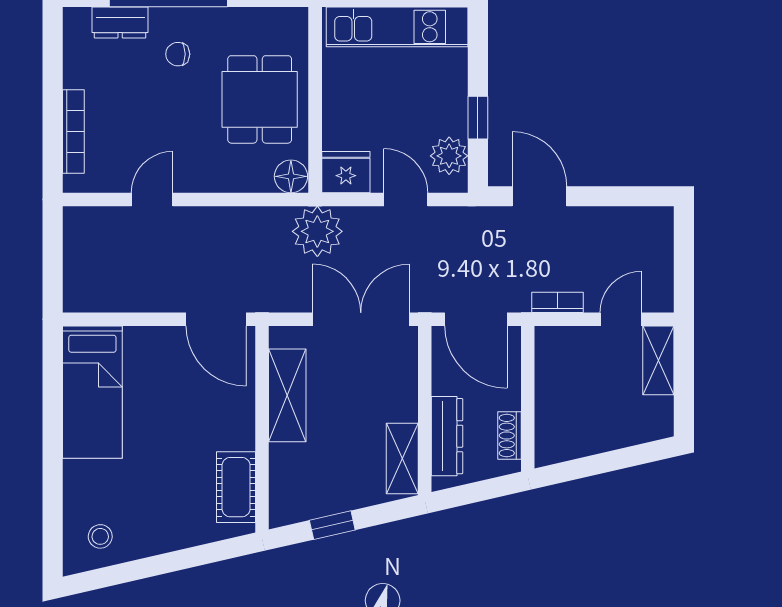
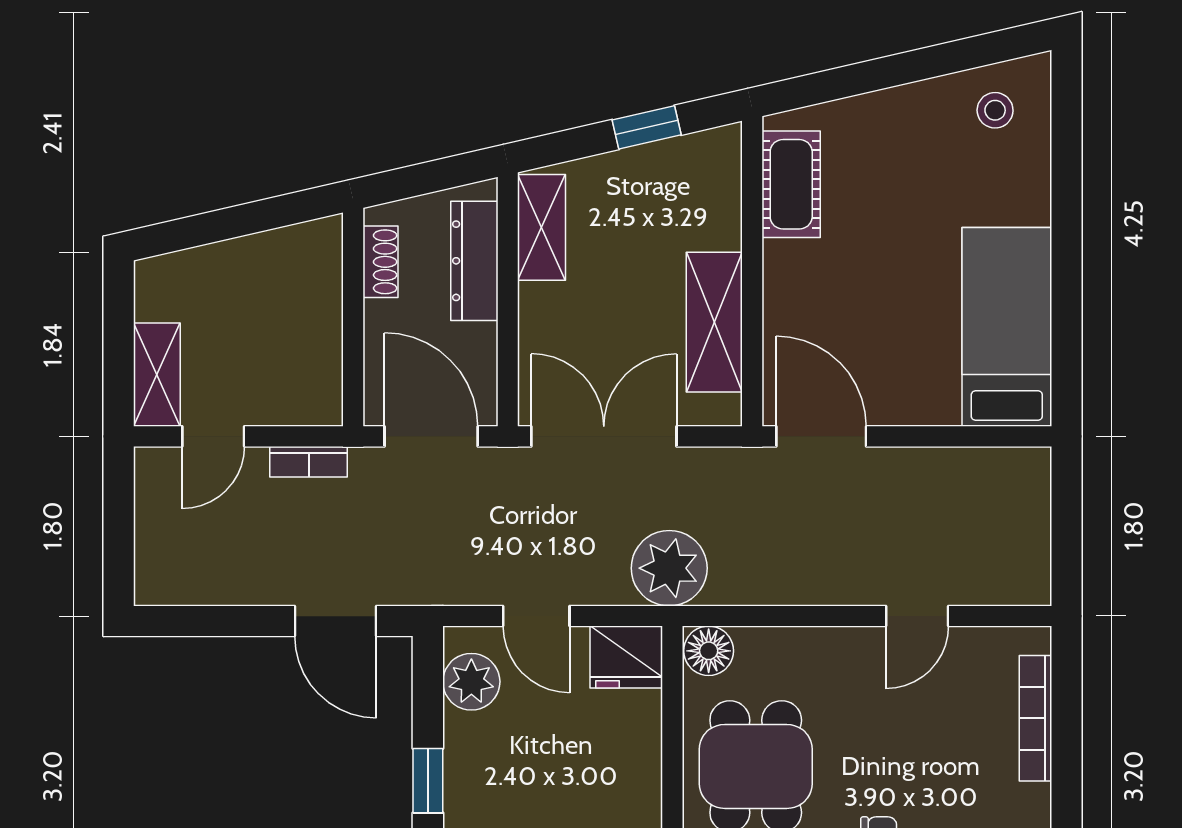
window: (478, 118) -> (428, 781), moved
double door: (361, 319) -> (604, 436), swing flipped

